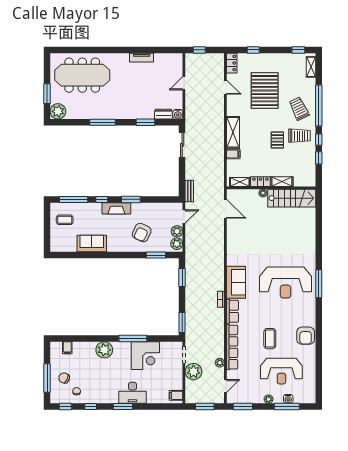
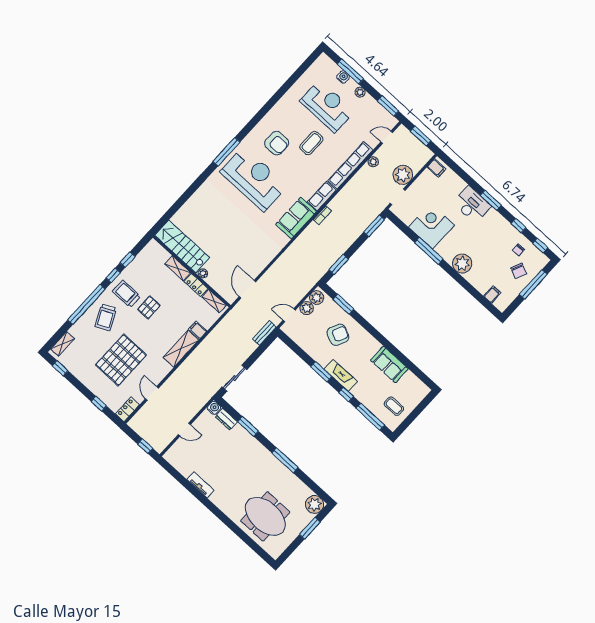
meeting table: (82, 75) -> (265, 516), width x0.73
armchair: (306, 336) -> (277, 143), moved, turned 90

